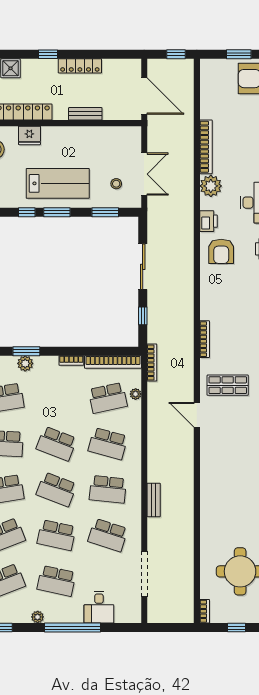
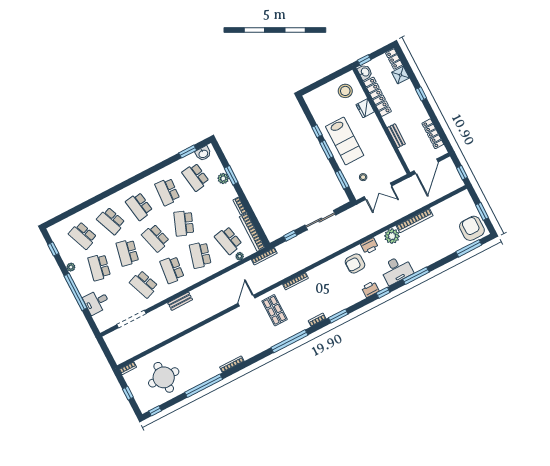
locker: (80, 66) -> (433, 134), moved
school desk: (56, 489) -> (156, 238), turned -36
school desk: (108, 535) -> (144, 284), turned -39

